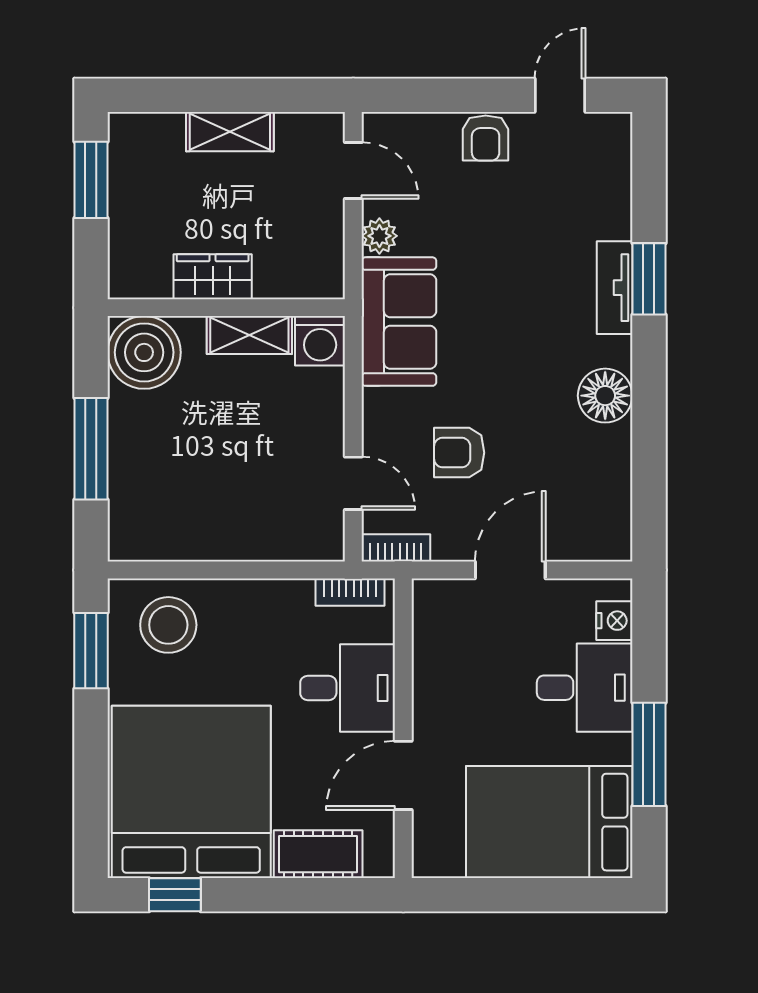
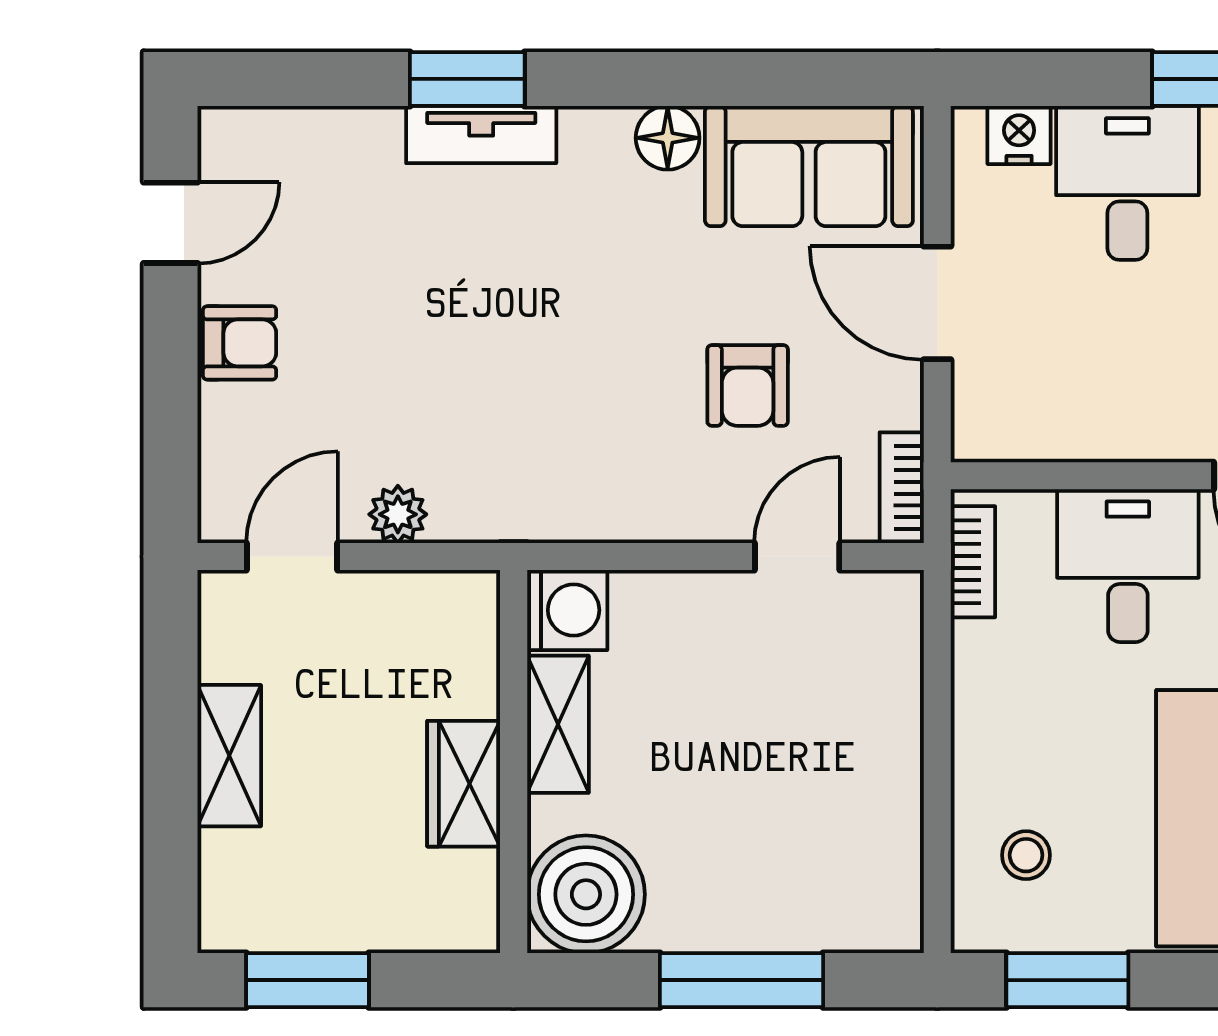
door: (560, 95) -> (171, 223), swing flipped
sofa: (399, 322) -> (809, 166), moved, turned 180
floor lamp: (605, 396) -> (668, 138), width x0.73, depth x0.73
stool: (168, 625) -> (1026, 855), width x0.53, depth x0.53

